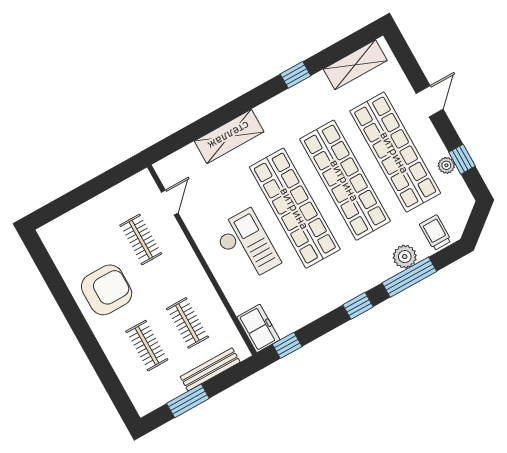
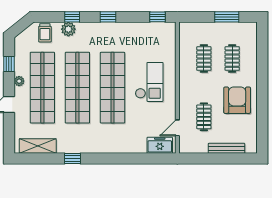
shelving: (229, 136) -> (126, 145), removed
plant: (446, 165) -> (19, 81), moved
checkout: (247, 246) -> (149, 82), turned 180
window: (409, 277) -> (72, 17), width x0.46
armchair: (107, 290) -> (237, 100), turned 90
freezer: (258, 328) -> (160, 145), moved, turned 90
bench: (210, 369) -> (227, 148), moved

